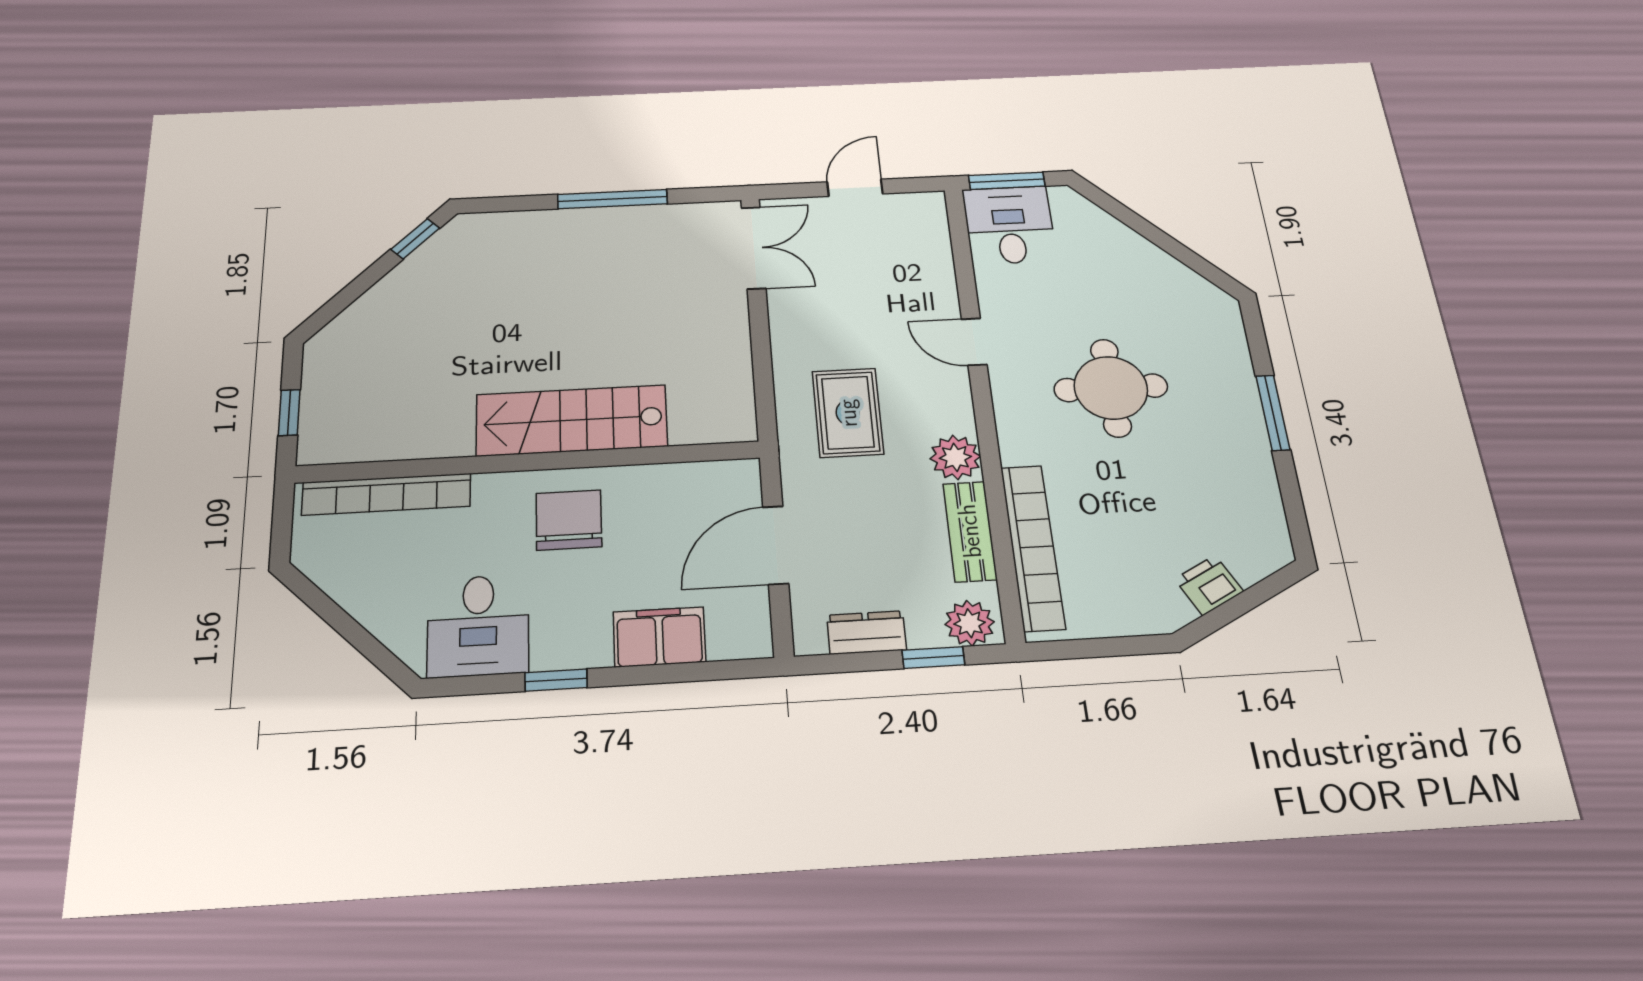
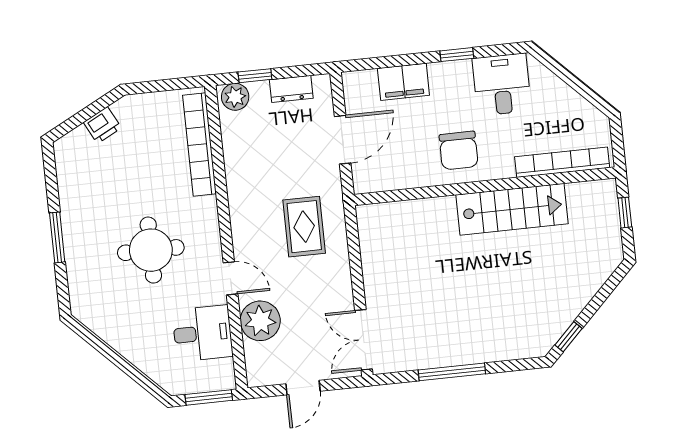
desk: (1009, 225) -> (203, 333), moved, turned -90
stairs: (572, 420) -> (512, 209), moved
plant: (955, 457) -> (260, 321), moved, width x1.36, depth x1.36
bench: (970, 531) -> (234, 153), removed

